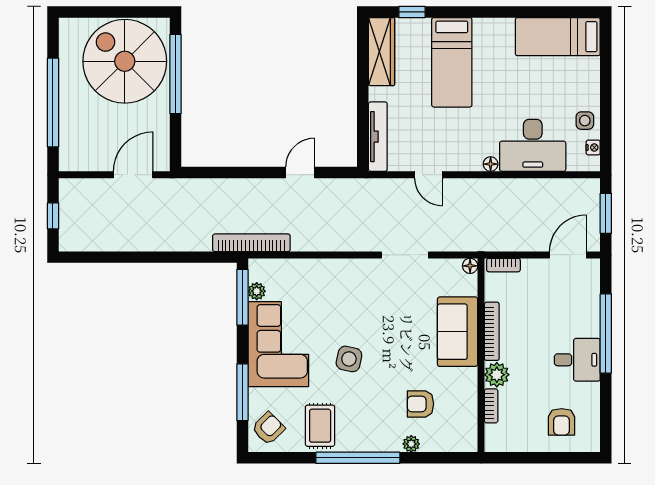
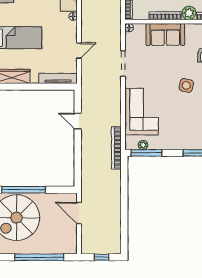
corner sofa: (278, 344) -> (142, 112), moved, turned 90
side table: (349, 359) -> (186, 85), moved

